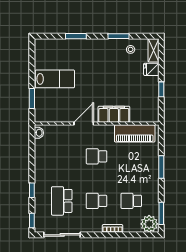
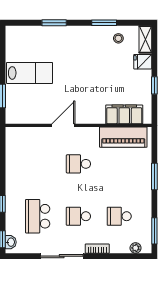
filing cabinet: (114, 114) -> (124, 114), moved
washbasin: (39, 133) -> (11, 242), moved
plant: (149, 224) -> (136, 248), width x0.53, depth x0.53
sliding door: (62, 235) -> (62, 256), moved

